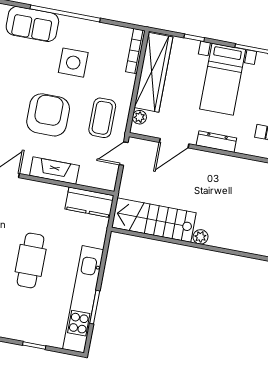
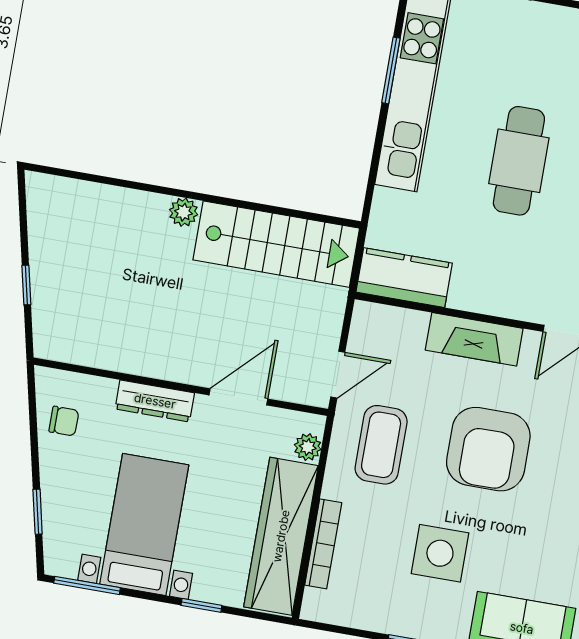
bookcase: (135, 51) -> (323, 544), moved

